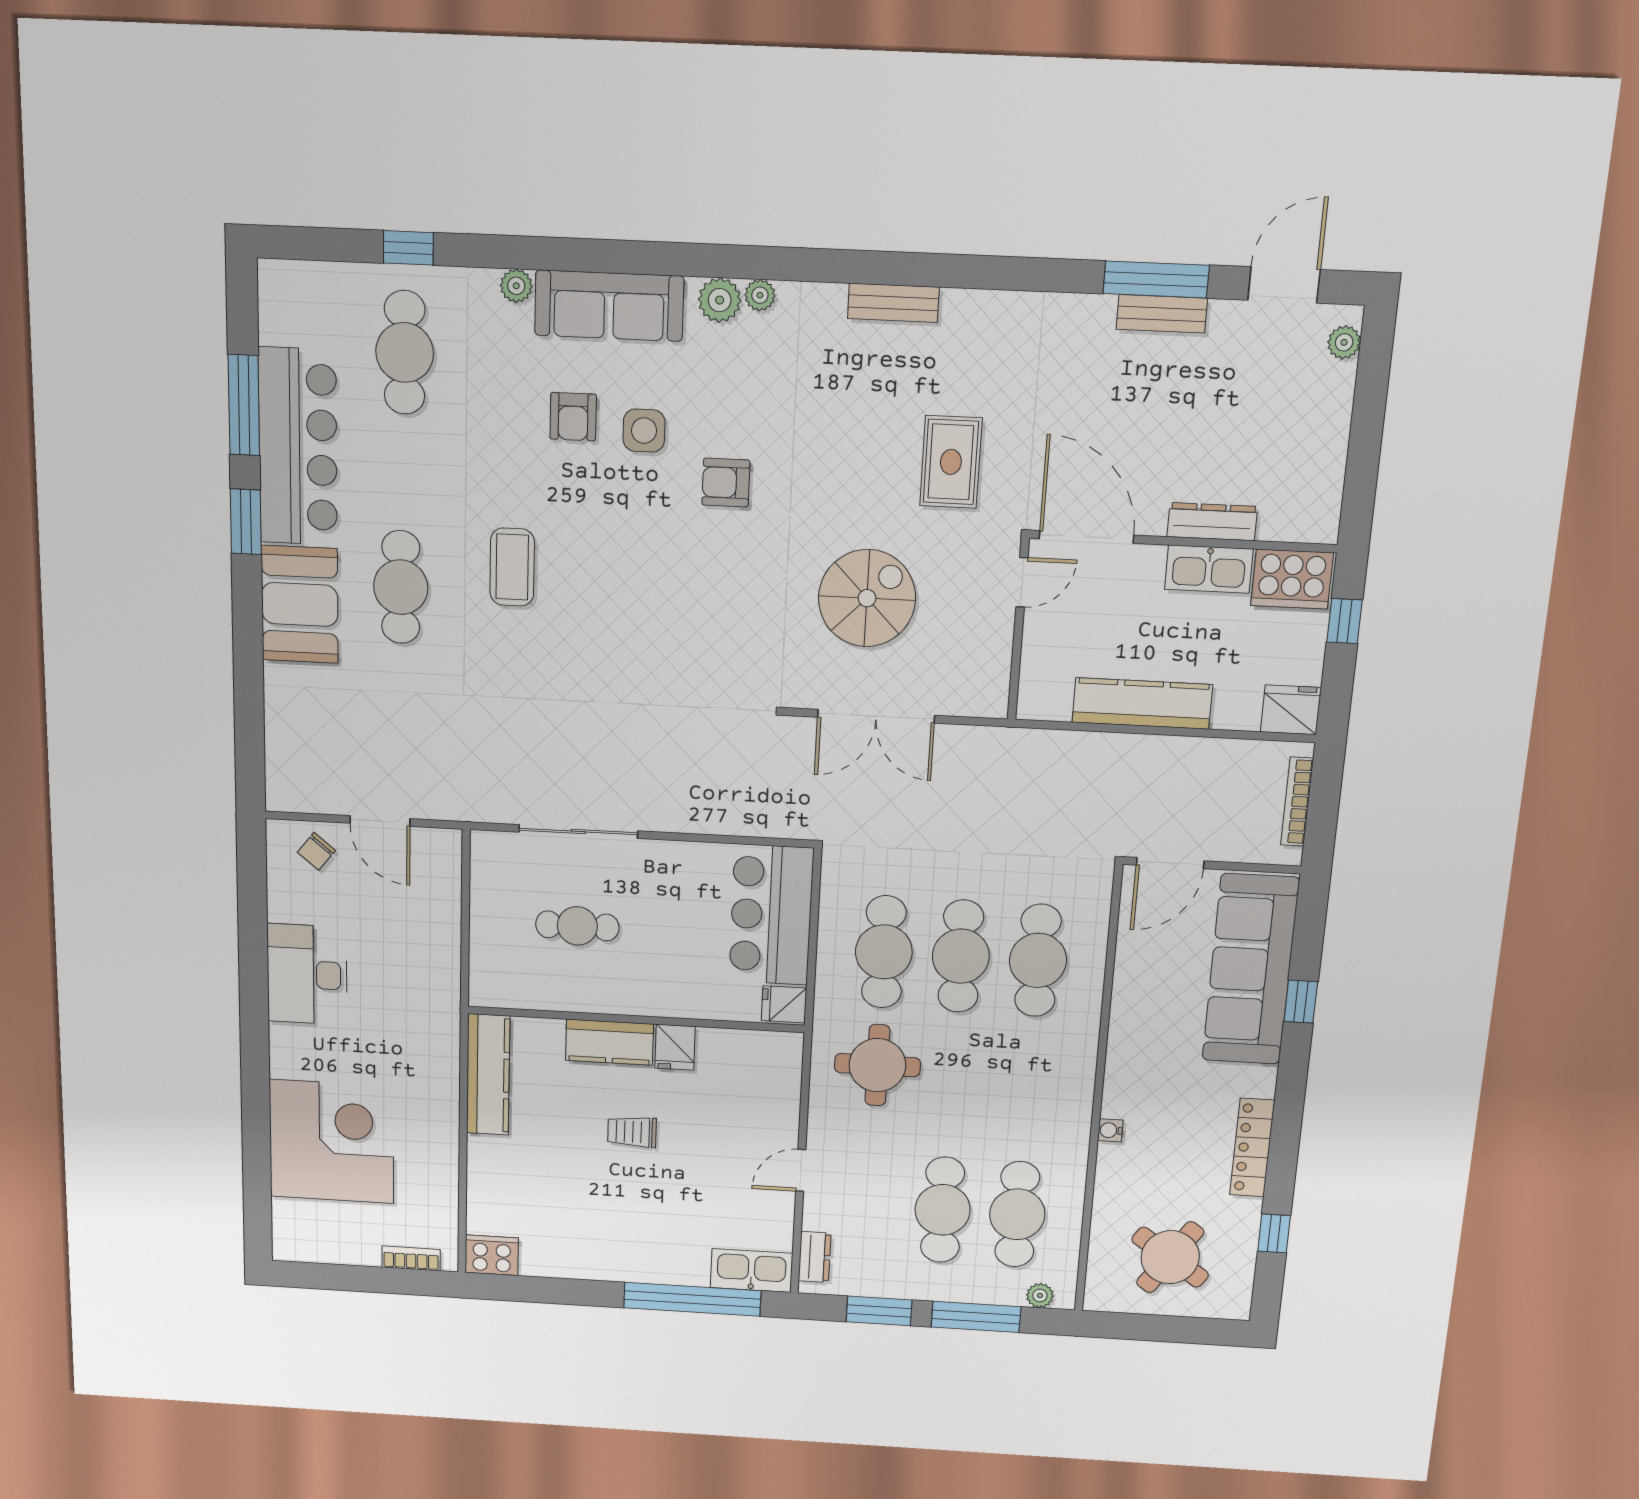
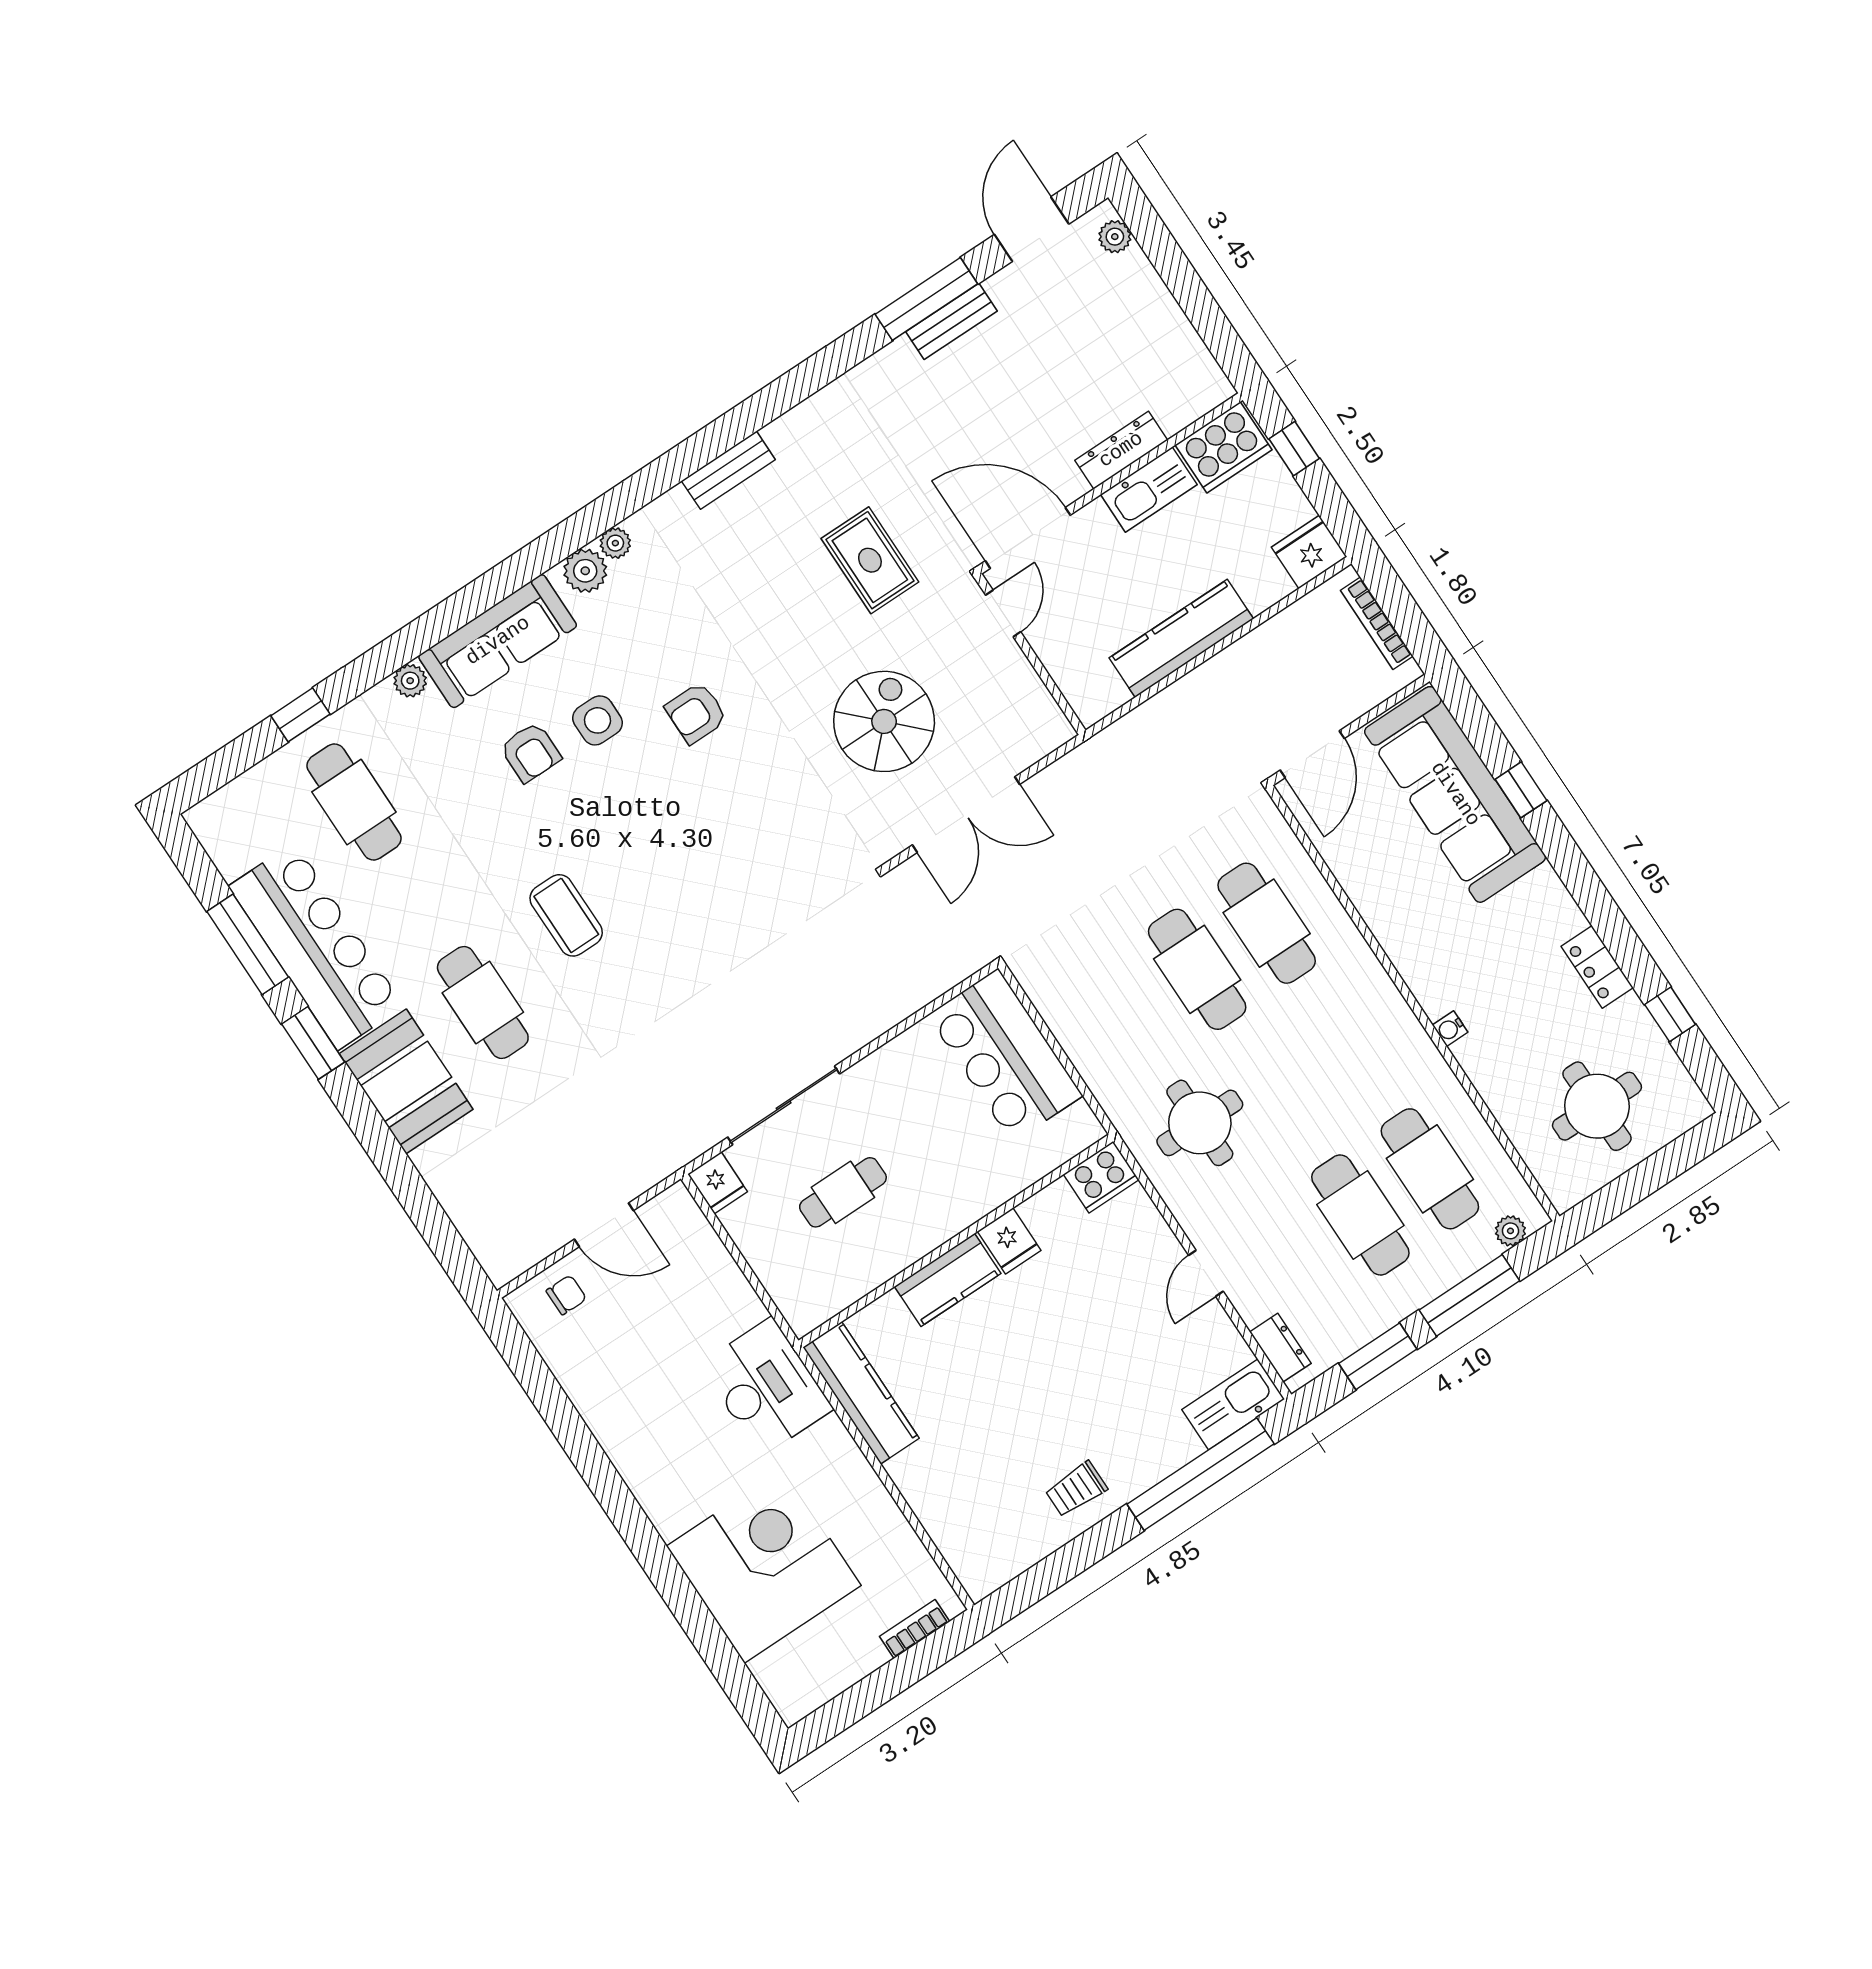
chair: (316, 851) -> (566, 1295), turned -129
cafe table: (884, 952) -> (1128, 1015), removed
desk: (307, 974) -> (766, 1387), moved, turned 180
fridge: (784, 1004) -> (718, 1183), moved, turned -90
trolley: (632, 1132) -> (1076, 1489), moved
locker: (1252, 1148) -> (1597, 967), width x0.66
cooker: (492, 1255) -> (1101, 1177), moved, turned 180
round table: (1170, 1257) -> (1597, 1106), turned -34

